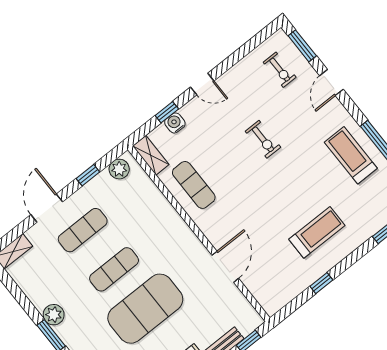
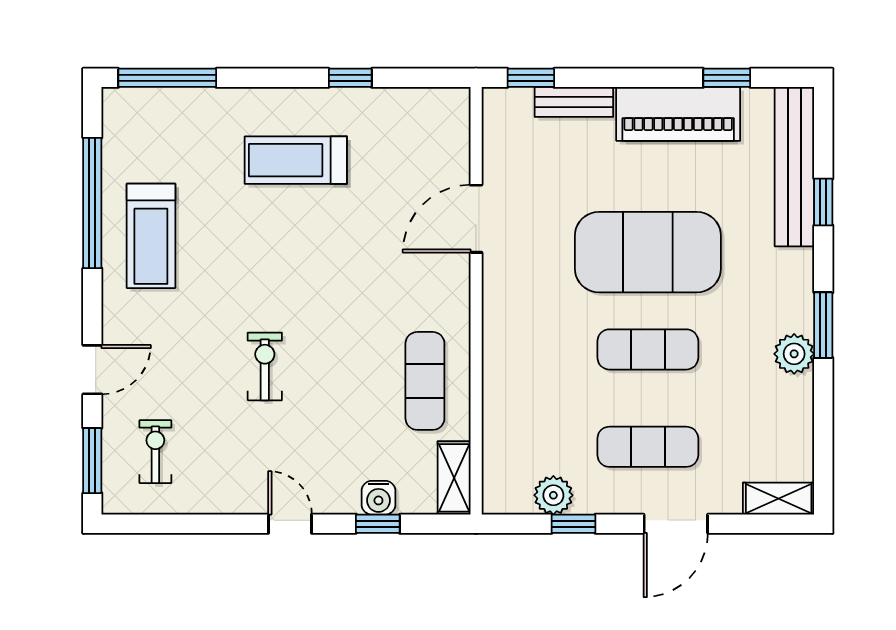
plant: (119, 169) -> (553, 495), moved

